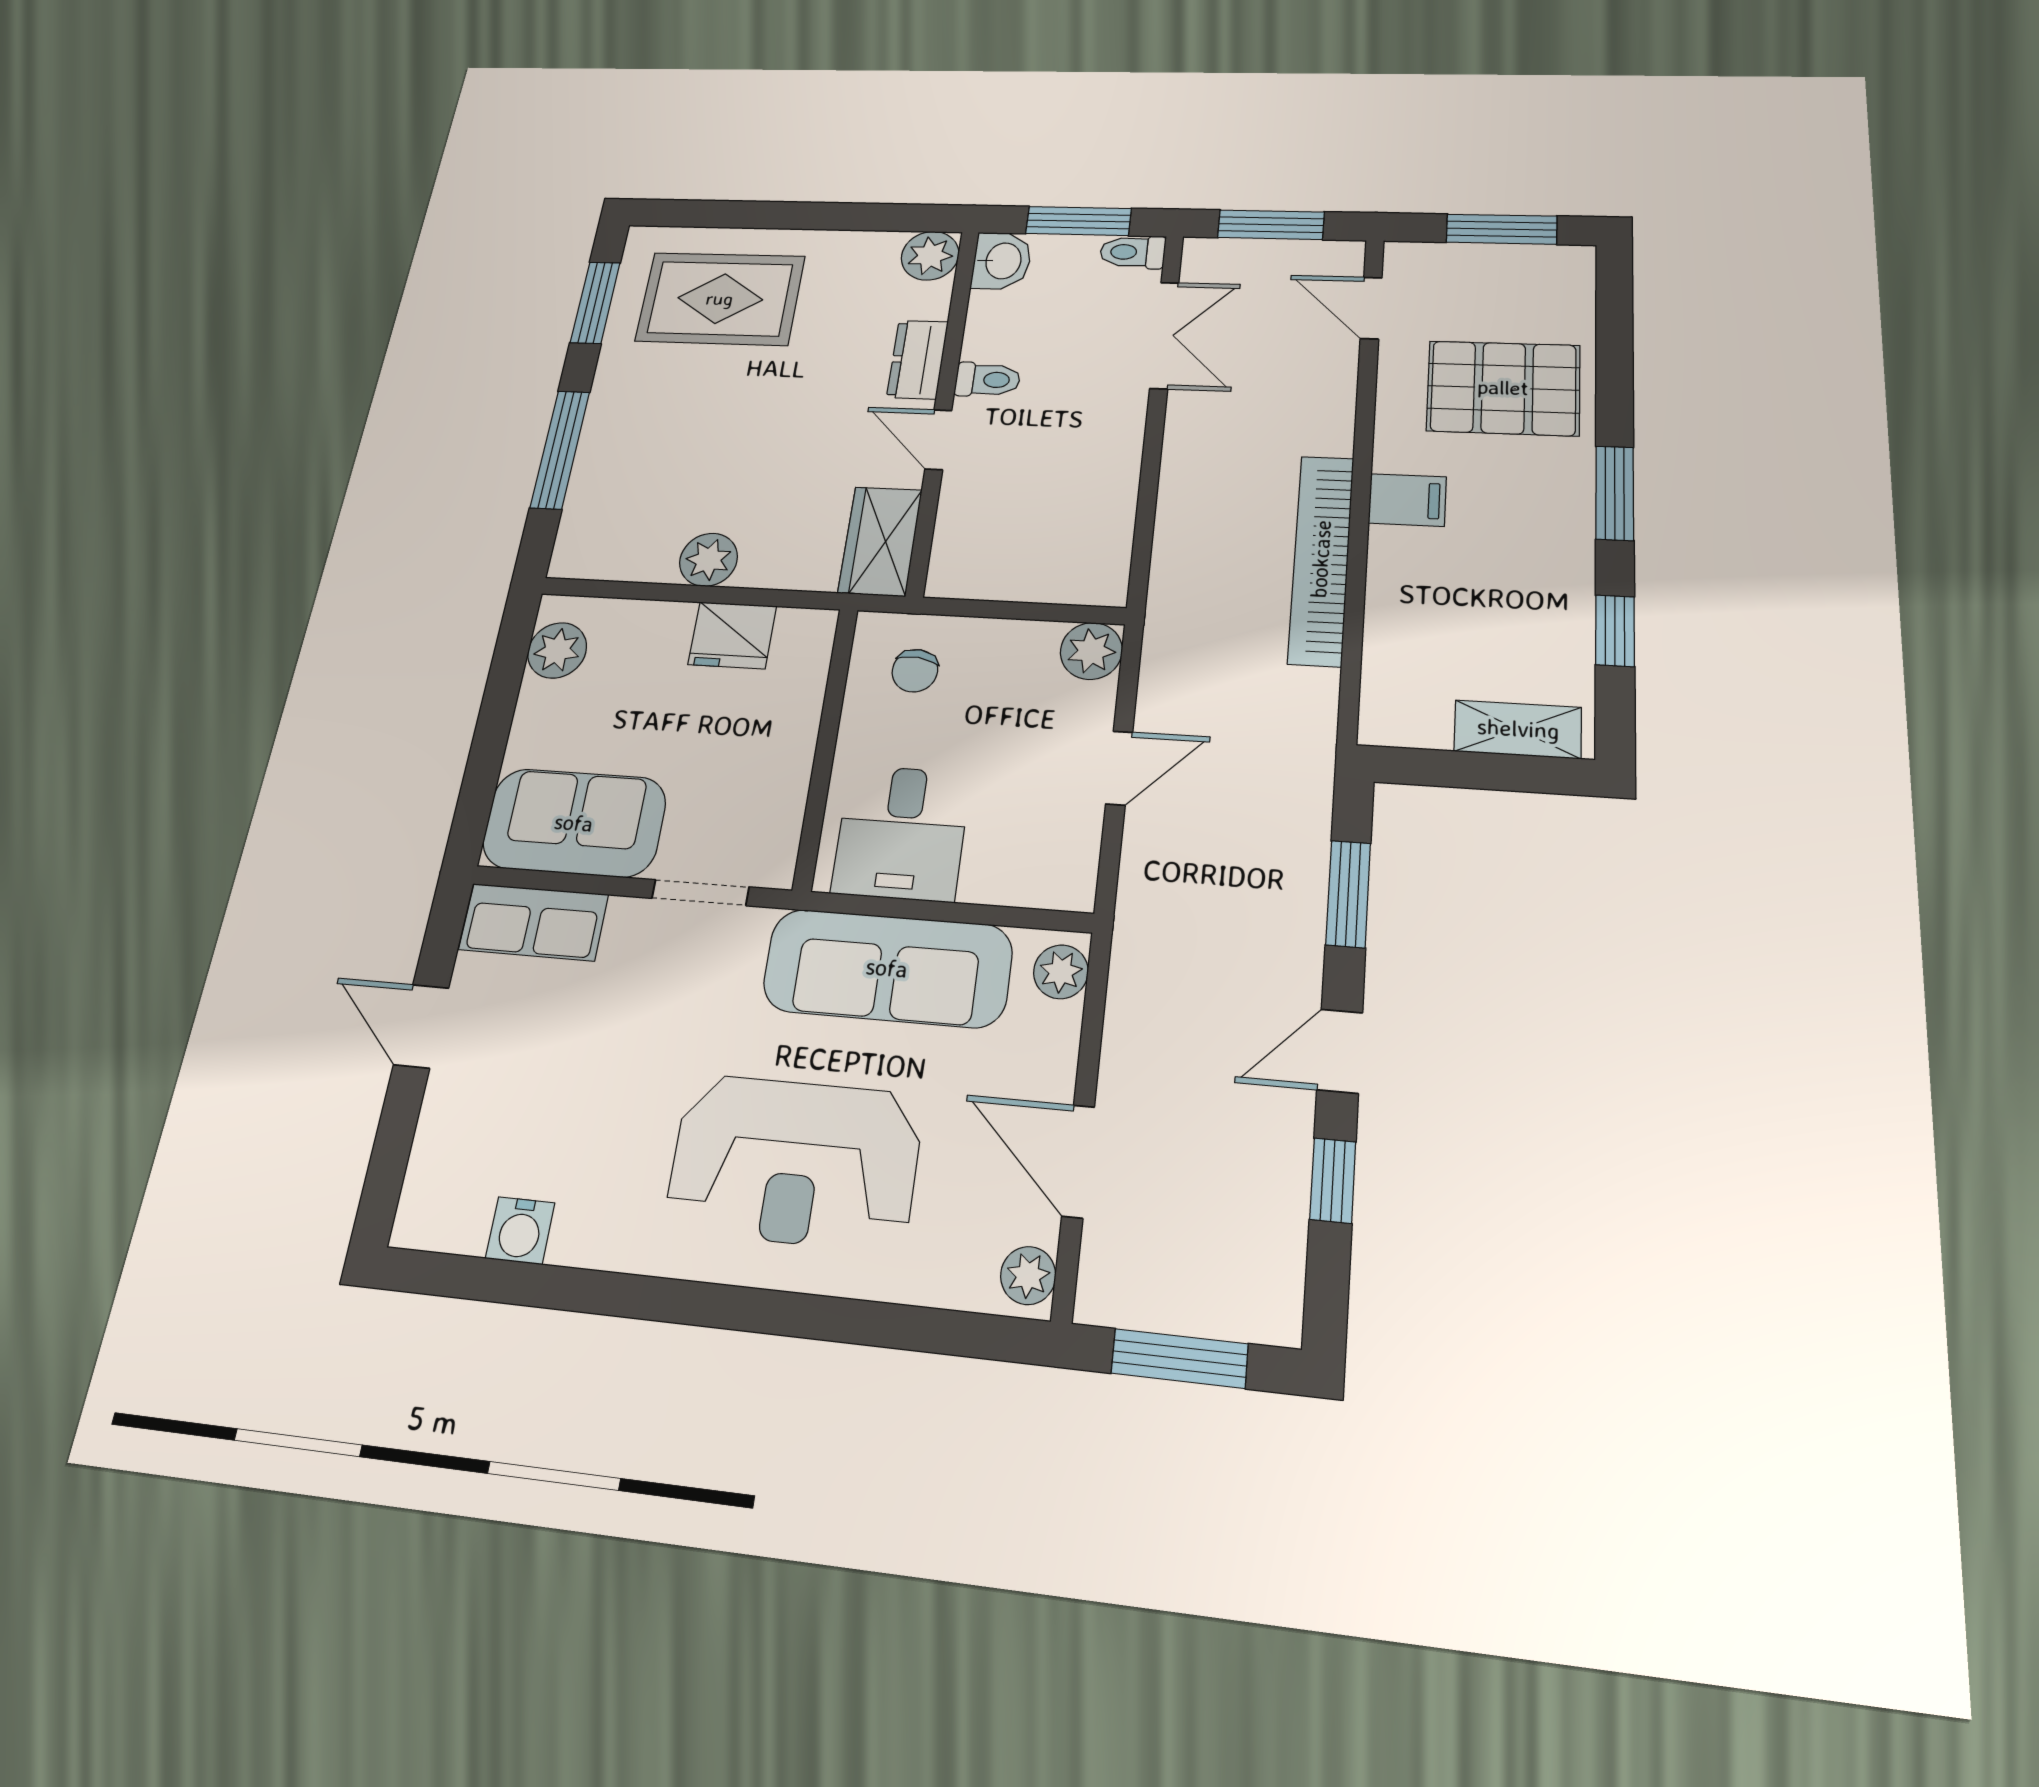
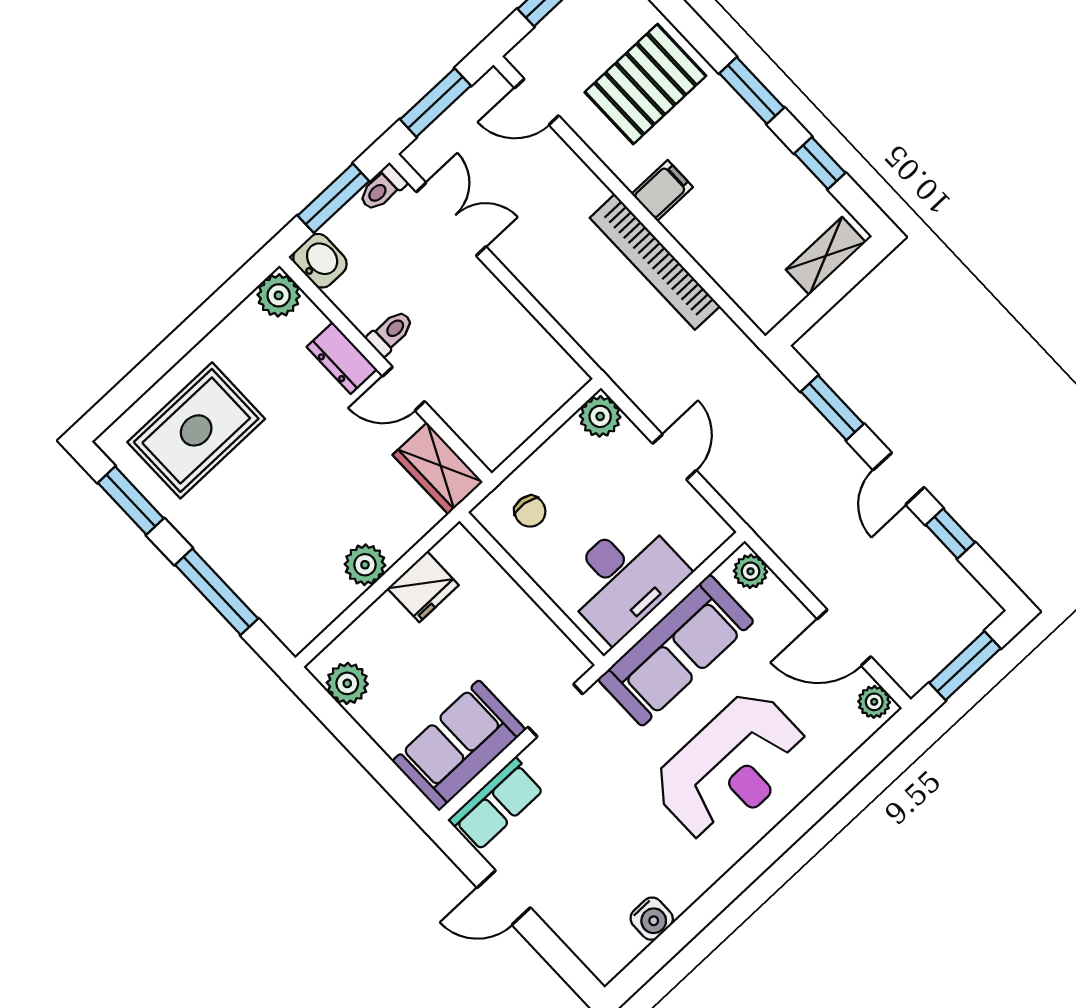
desk: (901, 833) -> (624, 578), width x1.37

